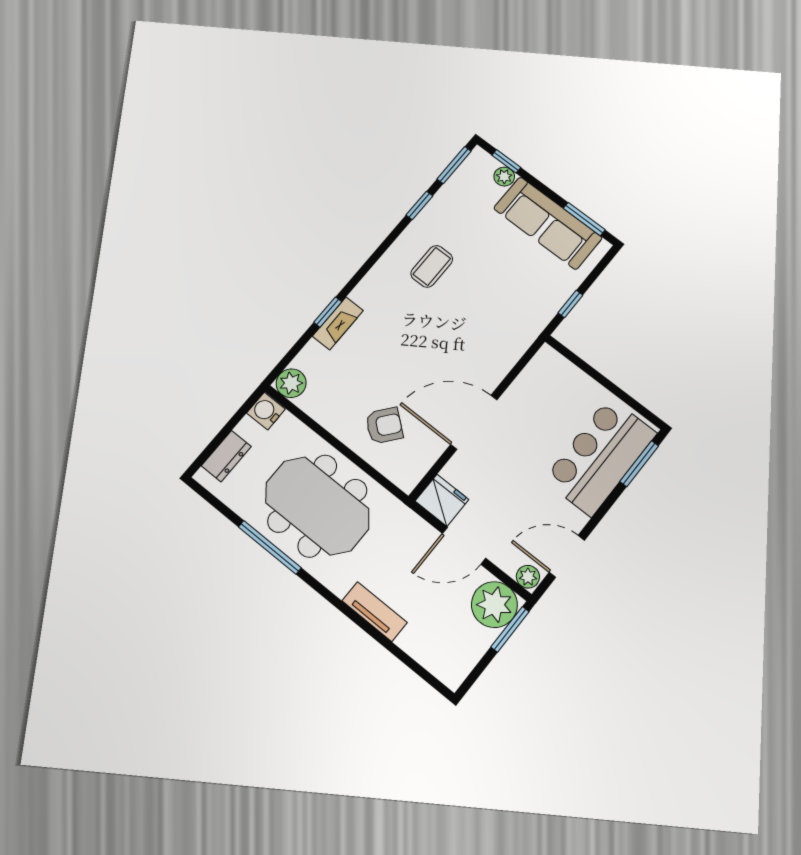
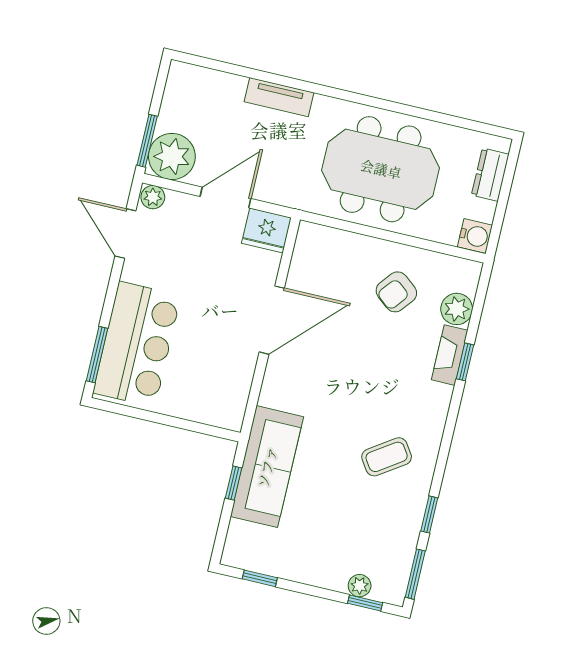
window: (584, 219) -> (260, 578), width x0.67
sofa: (548, 223) -> (267, 467), moved, turned 90
coffee table: (432, 266) -> (387, 457), turned 56
plant: (291, 383) -> (457, 309), moved
armchair: (384, 426) -> (396, 292), moved
window: (270, 547) -> (405, 109), removed
door: (567, 556) -> (125, 234), swing flipped

